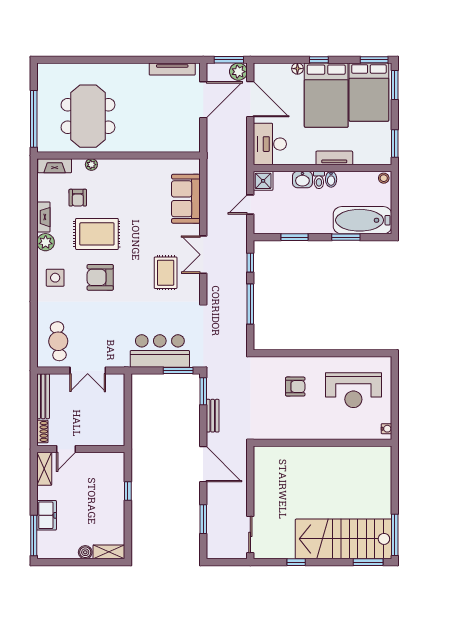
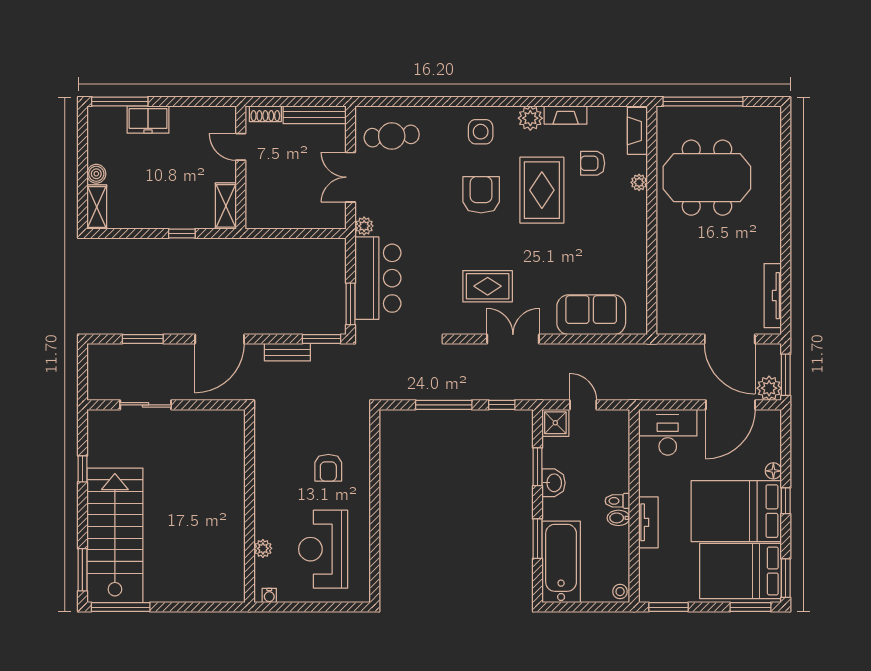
washbasin: (302, 180) -> (554, 483), moved, turned 180
shower: (263, 181) -> (555, 423), moved
plant: (123, 361) -> (364, 226), added
plant: (353, 433) -> (263, 548), added
shelving: (44, 469) -> (226, 206), moved, turned 90
sliding door: (250, 534) -> (146, 405), moved

